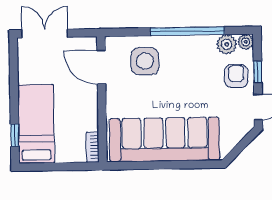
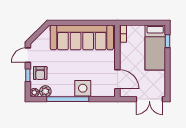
side table: (145, 61) -> (83, 88), moved

